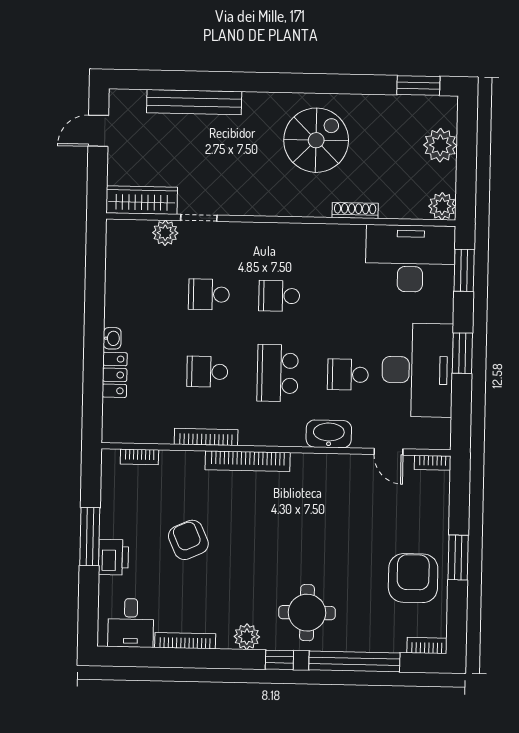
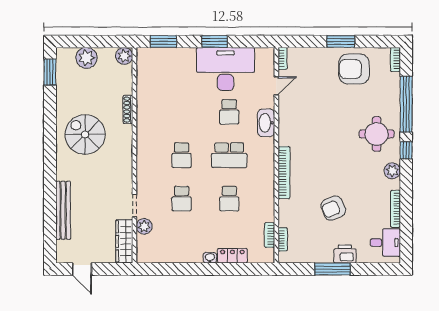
desk: (410, 258) -> (157, 75), removed
bookcase: (206, 437) -> (270, 235), moved, width x0.64

